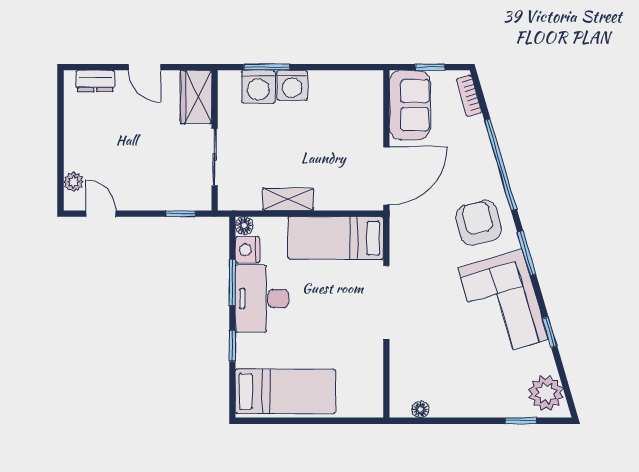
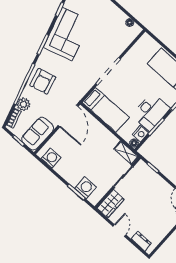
washing machine: (292, 85) -> (51, 158), moved
plant: (473, 132) -> (24, 104), added
door: (386, 176) -> (68, 116), swing flipped
shelving: (288, 199) -> (126, 153), moved
armchair: (479, 223) -> (43, 81), moved

